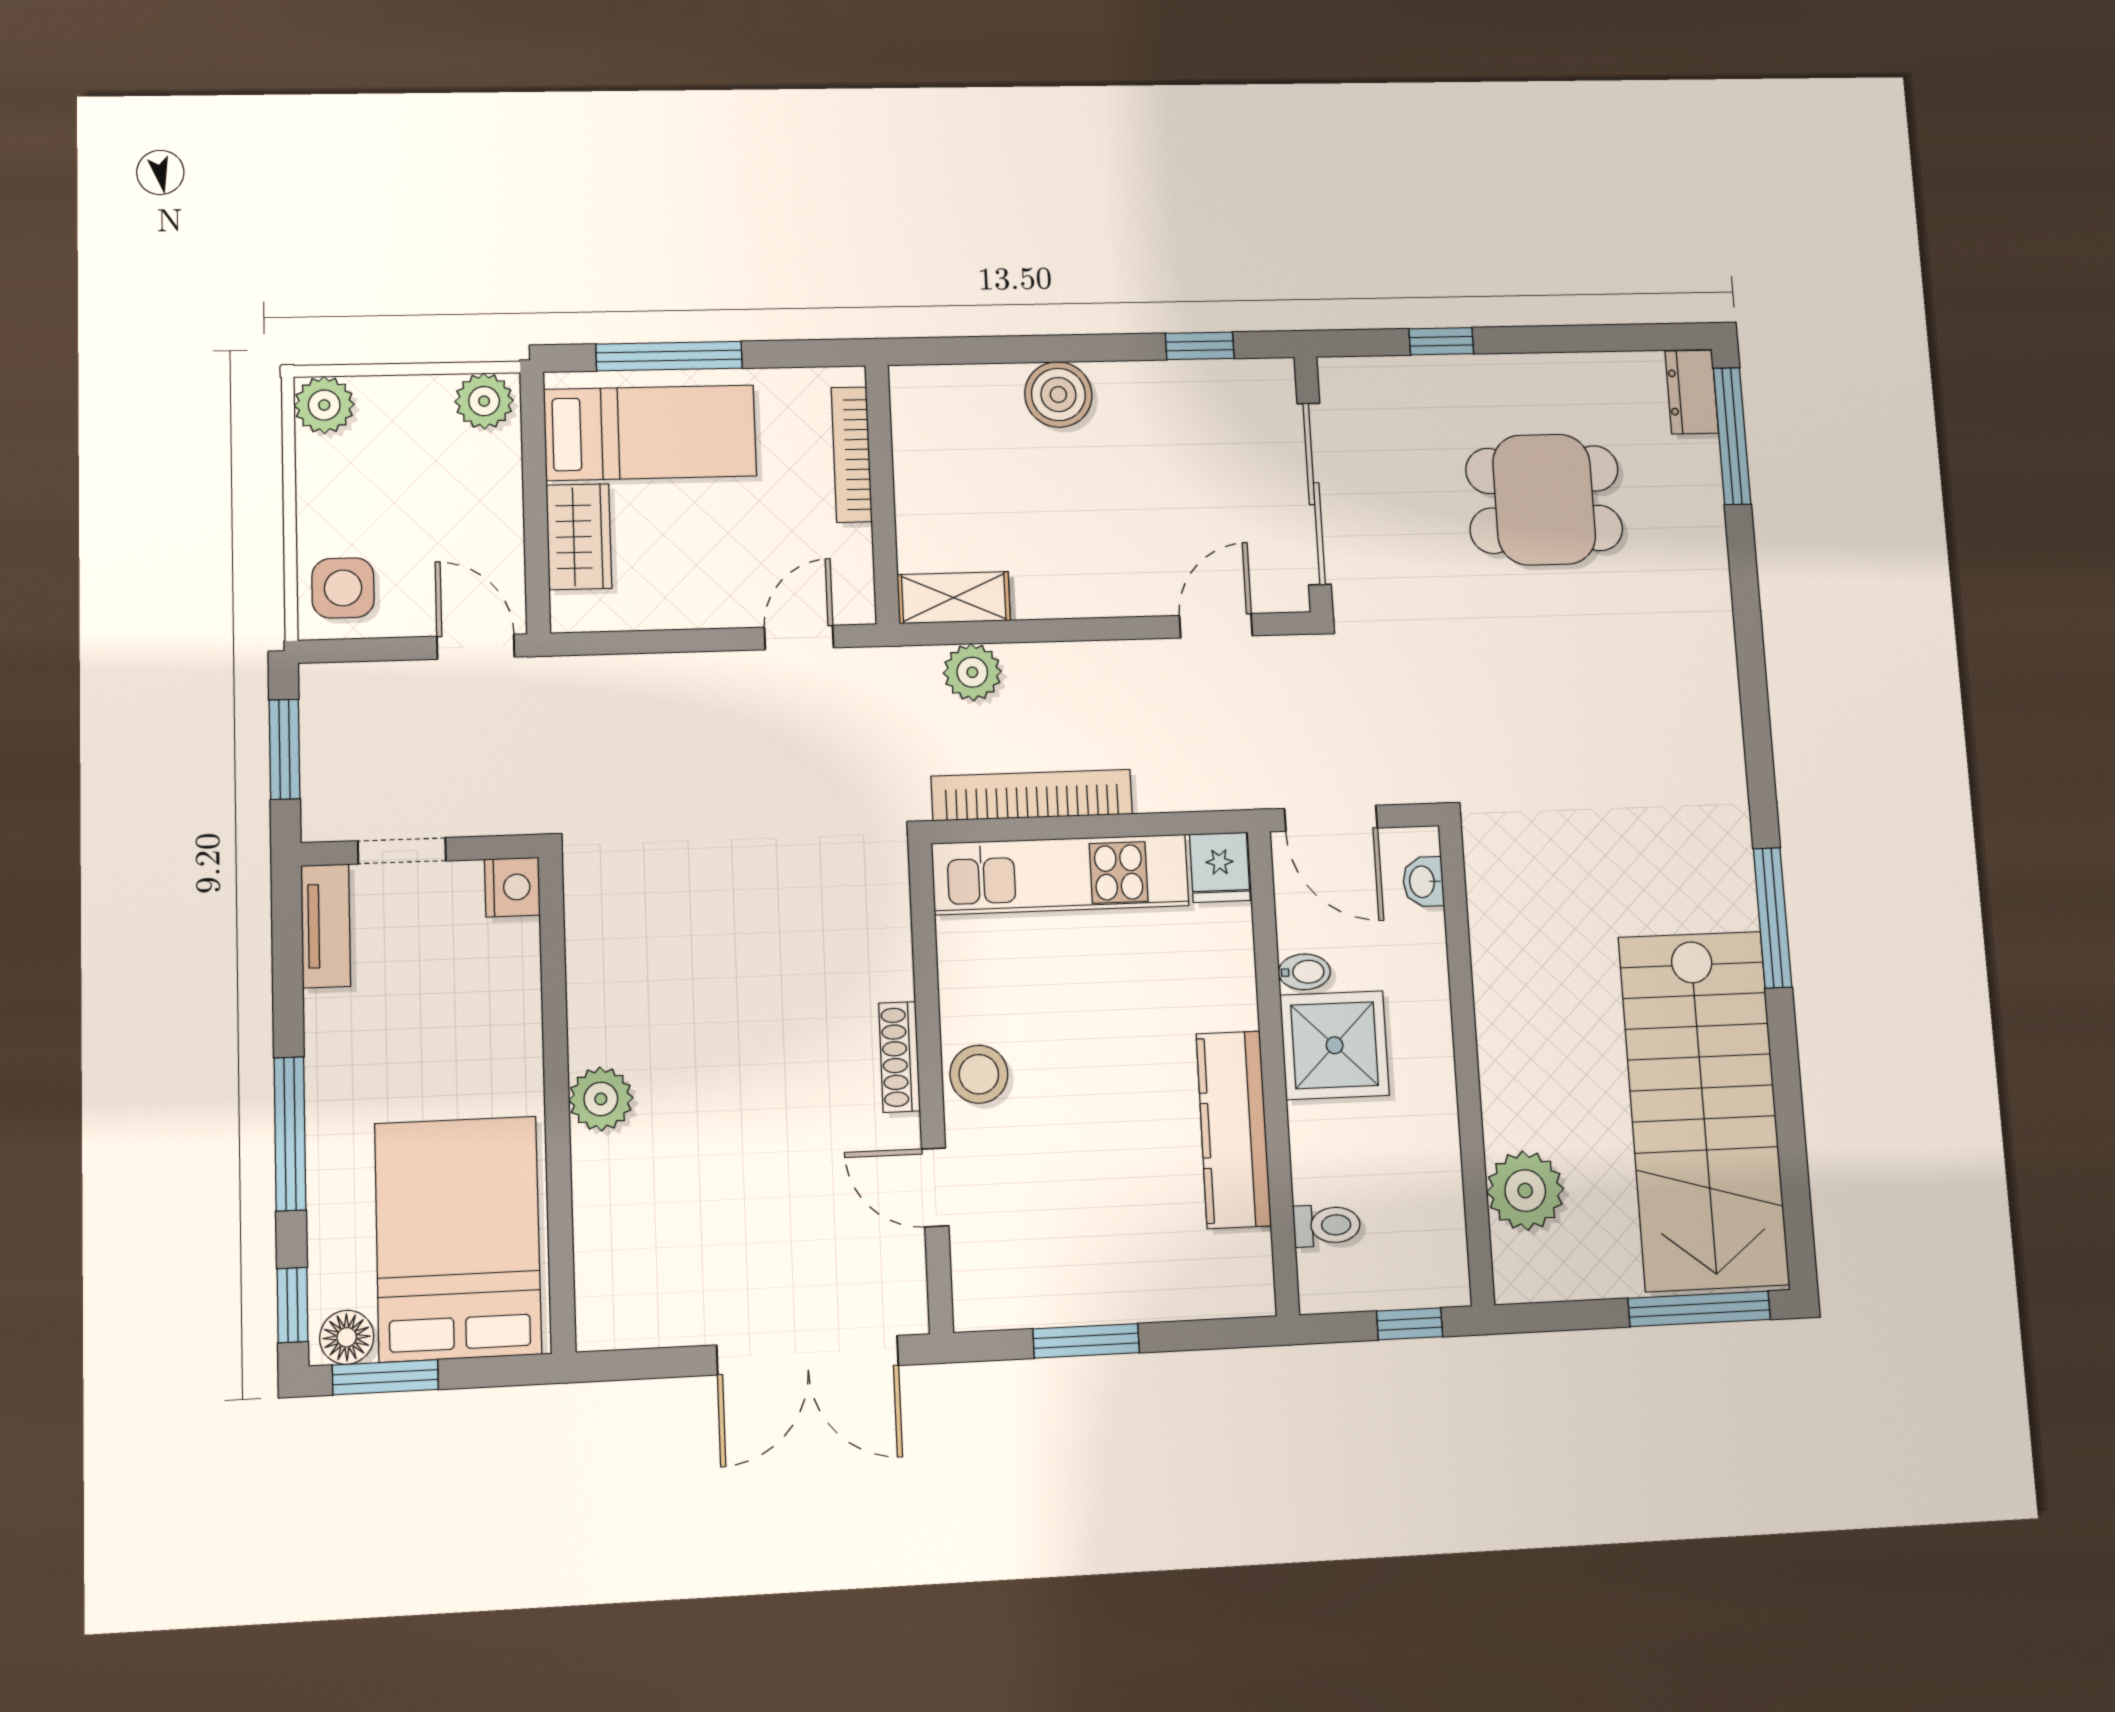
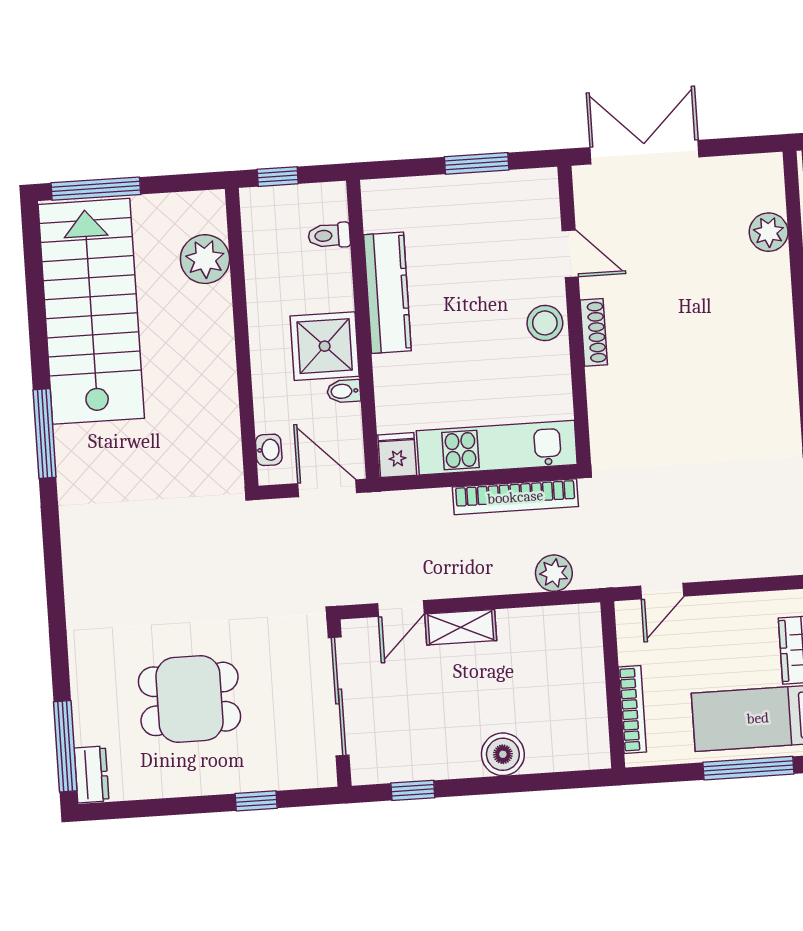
shelving: (954, 598) -> (461, 627), moved
plant: (601, 1099) -> (769, 232), moved

